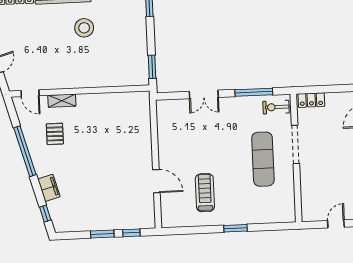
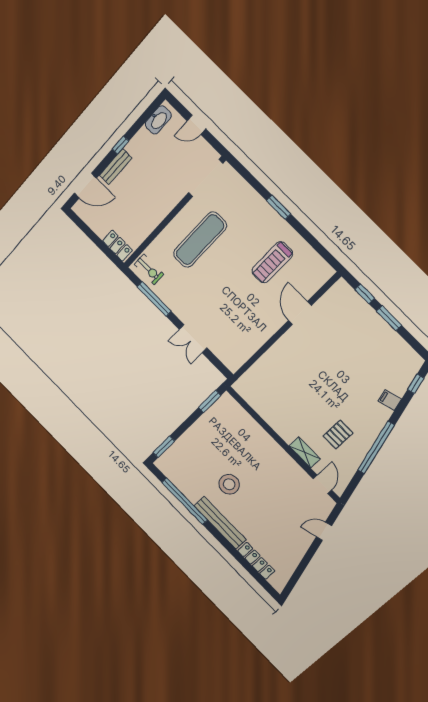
double door: (204, 94) -> (193, 339), swing flipped
doorway: (295, 145) -> (206, 178), moved
filing cabinet: (49, 188) -> (390, 400), width x0.50

